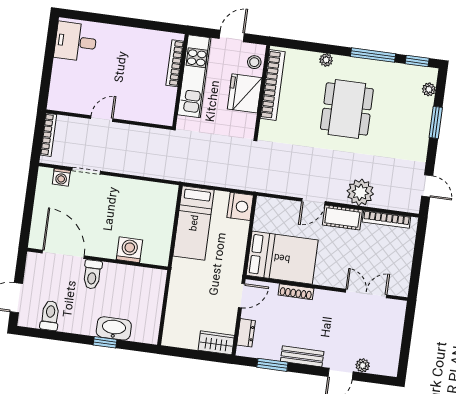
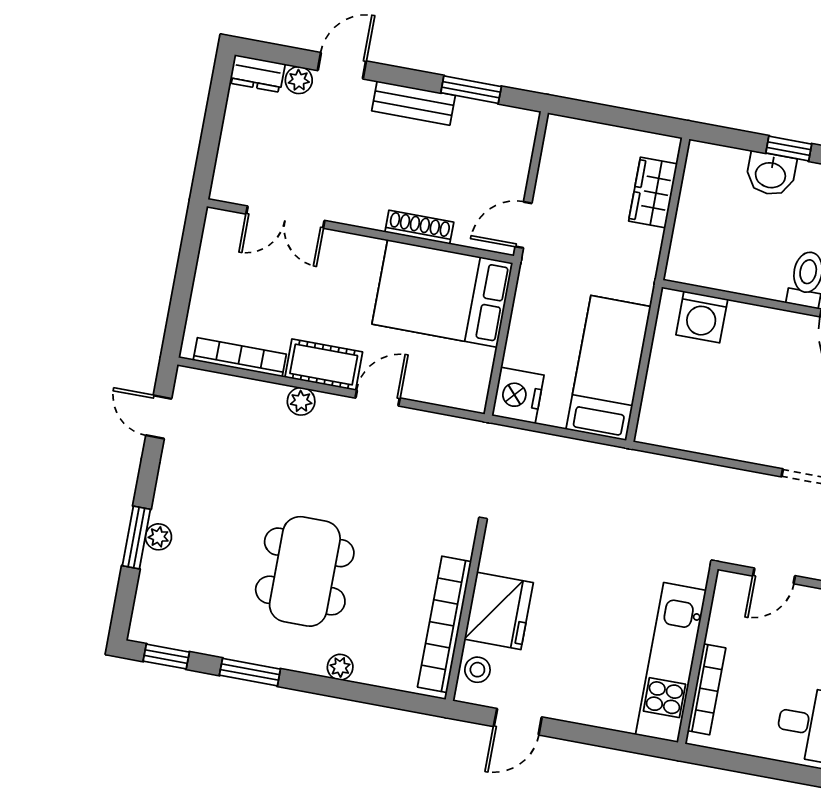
window: (373, 55) -> (250, 672), width x0.69
bookcase: (175, 63) -> (707, 689), moved
kitchen unit: (194, 76) -> (671, 663), moved
wall: (180, 80) -> (698, 656), moved
plant: (429, 89) -> (158, 537), moved
plant: (360, 192) -> (301, 401), width x0.53, depth x0.53
washing machine: (129, 250) -> (702, 317), moved
washbasin: (114, 328) -> (771, 174), width x0.72
dresser: (246, 333) -> (257, 73), moved, turned -90
wardrobe: (216, 343) -> (653, 193), moved, turned 90

